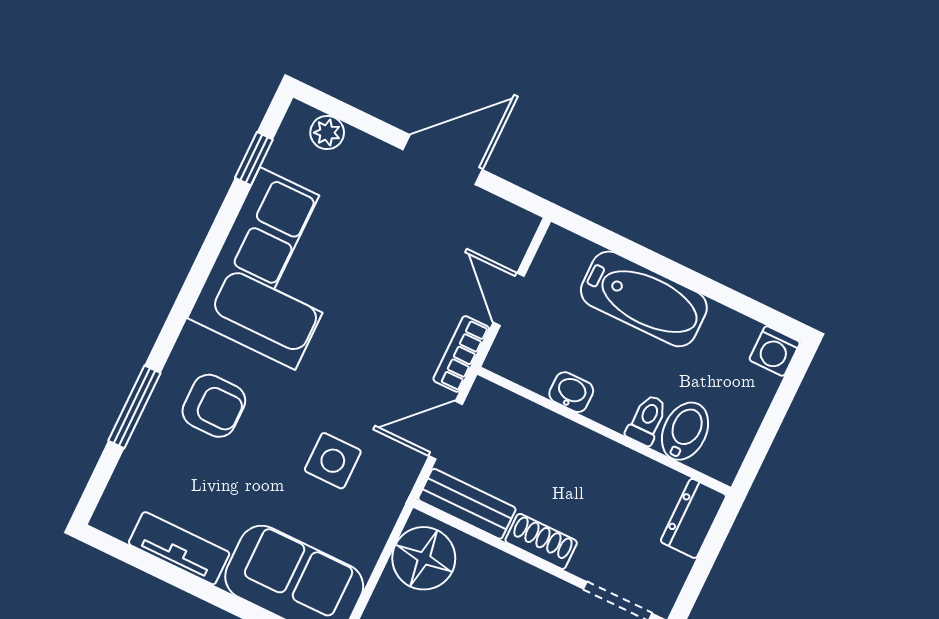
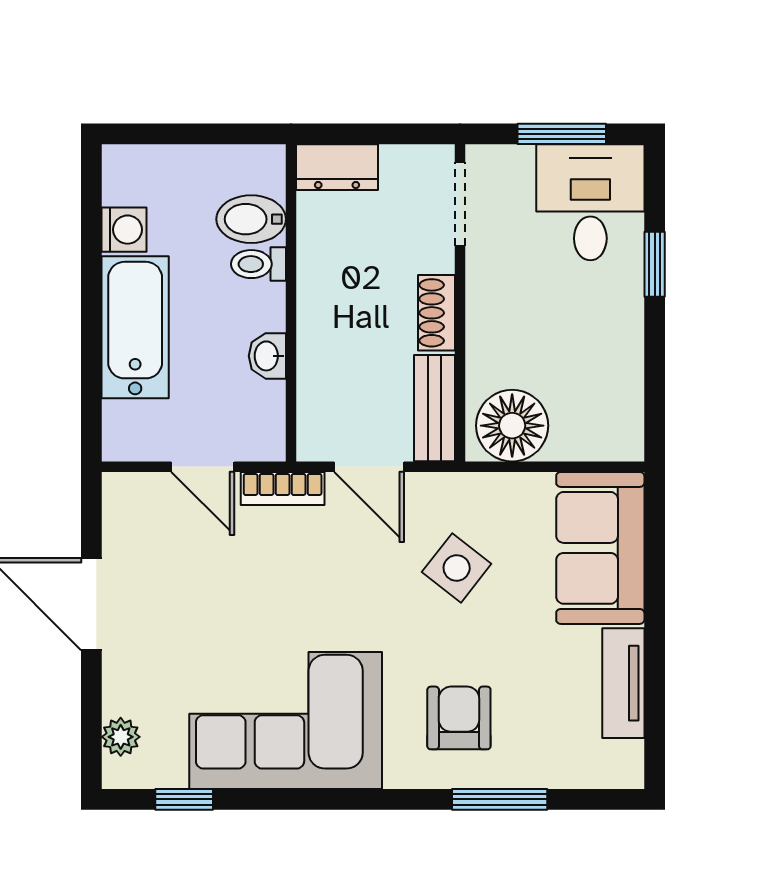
door: (509, 299) -> (203, 467), hinge flipped
washing machine: (775, 351) -> (124, 230), moved
side table: (333, 461) -> (457, 568), turned 38

